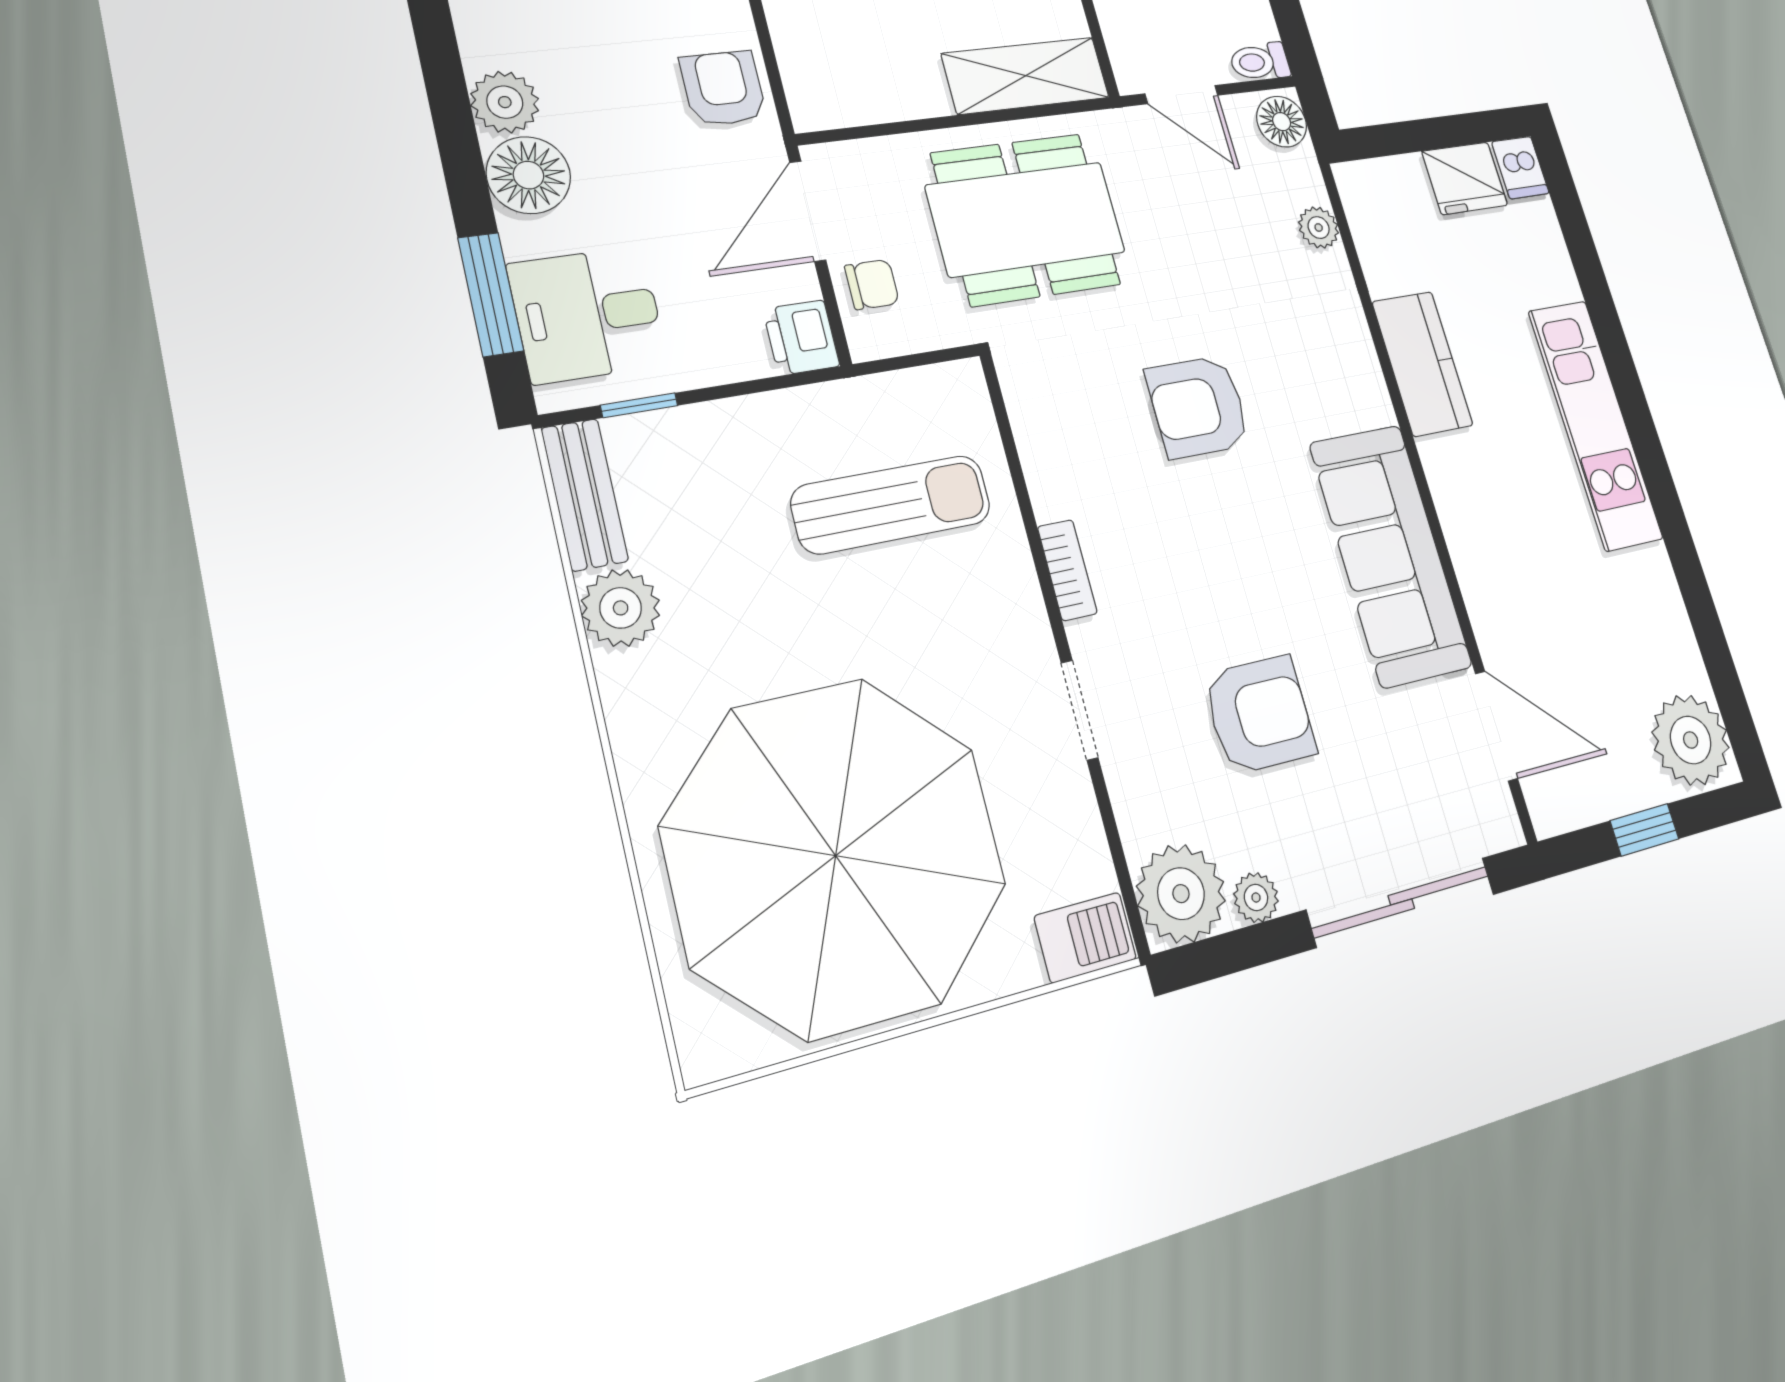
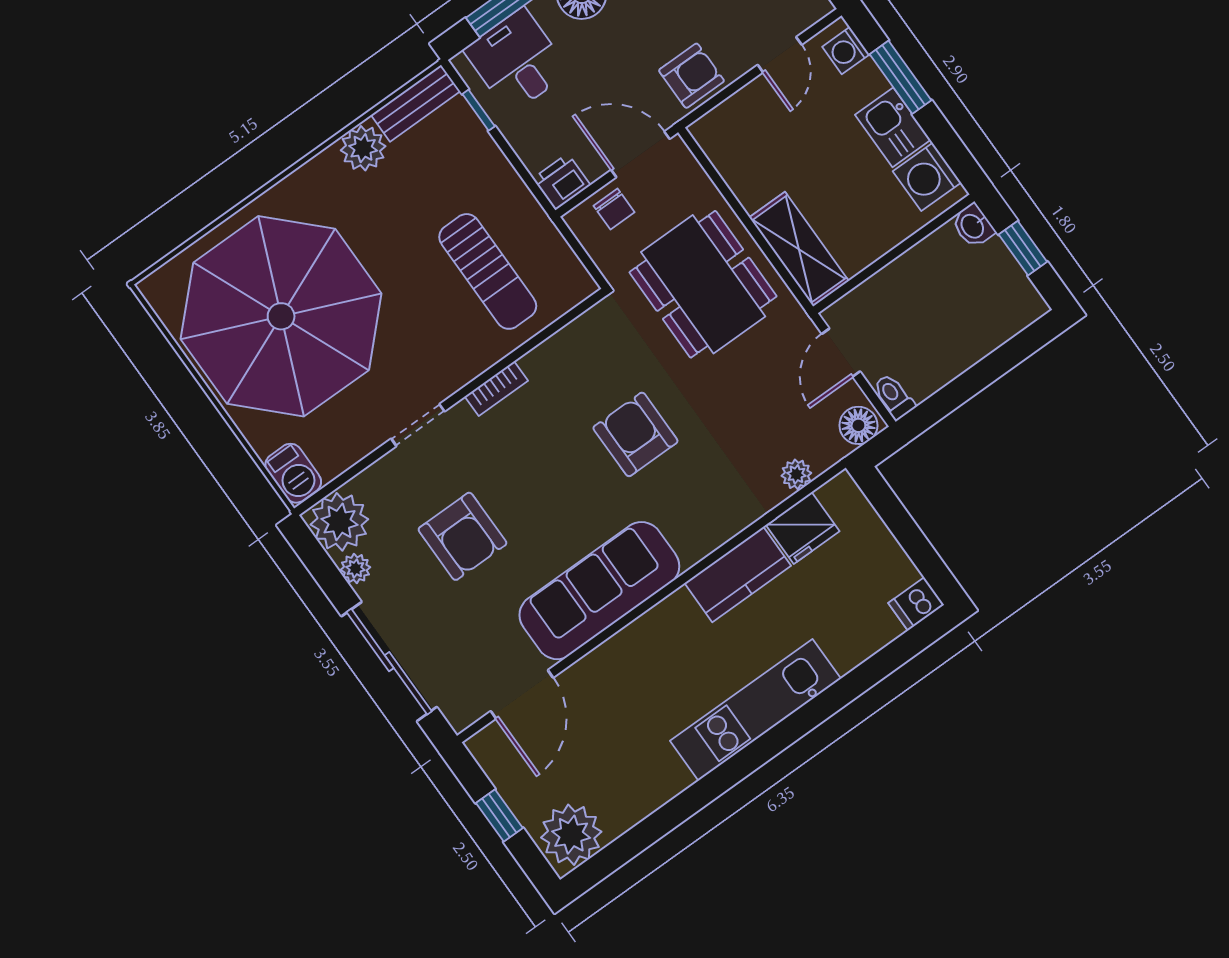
fridge: (1465, 178) -> (803, 528), moved, turned -90

